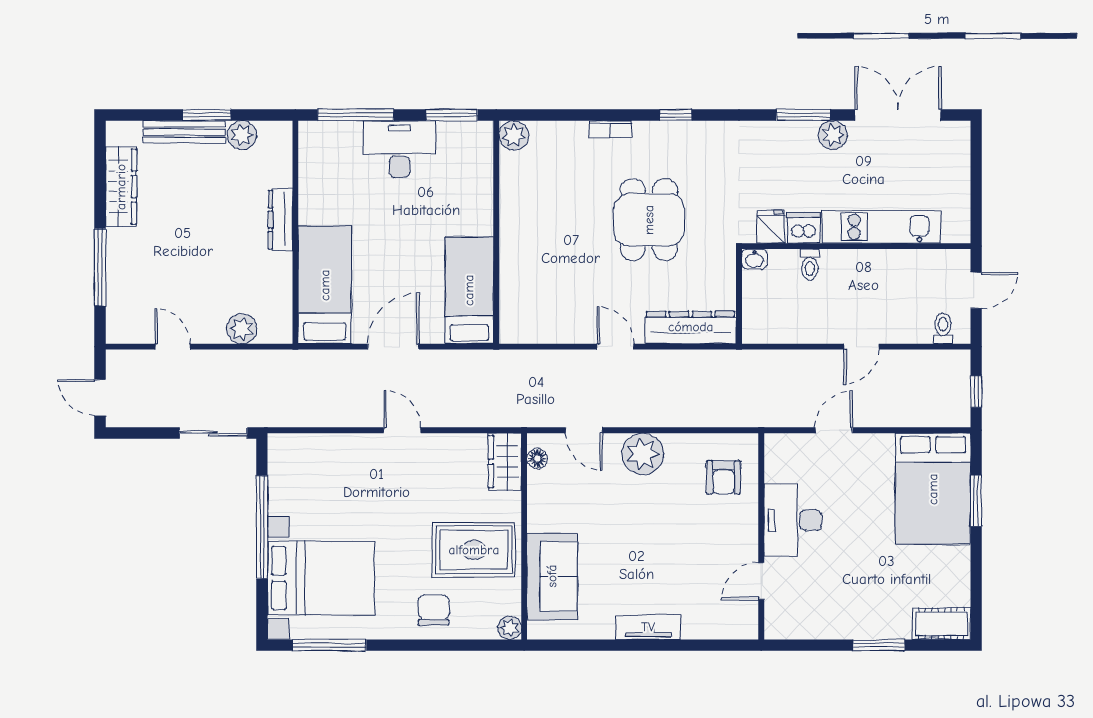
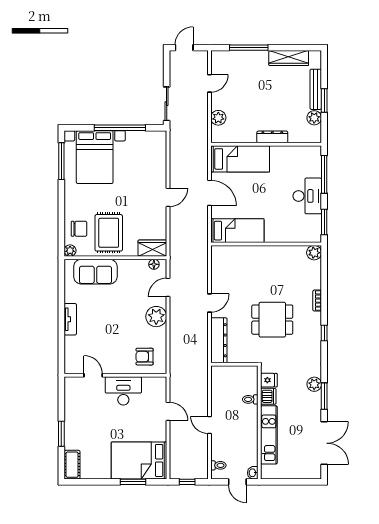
plant: (833, 135) -> (314, 384), moved
washbasin: (754, 259) -> (253, 473), moved
chair: (434, 610) -> (79, 229), moved

